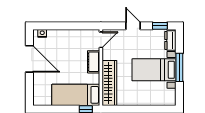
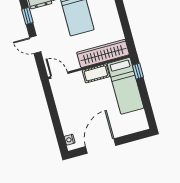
door: (133, 26) -> (35, 45), hinge flipped
cot: (94, 62) -> (96, 73), moved

